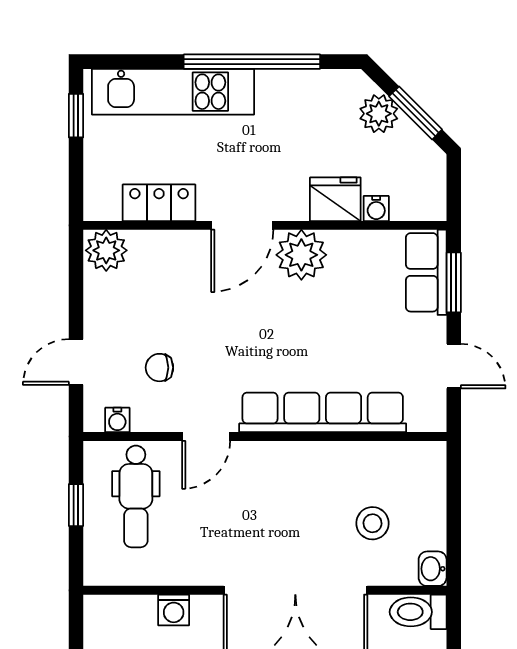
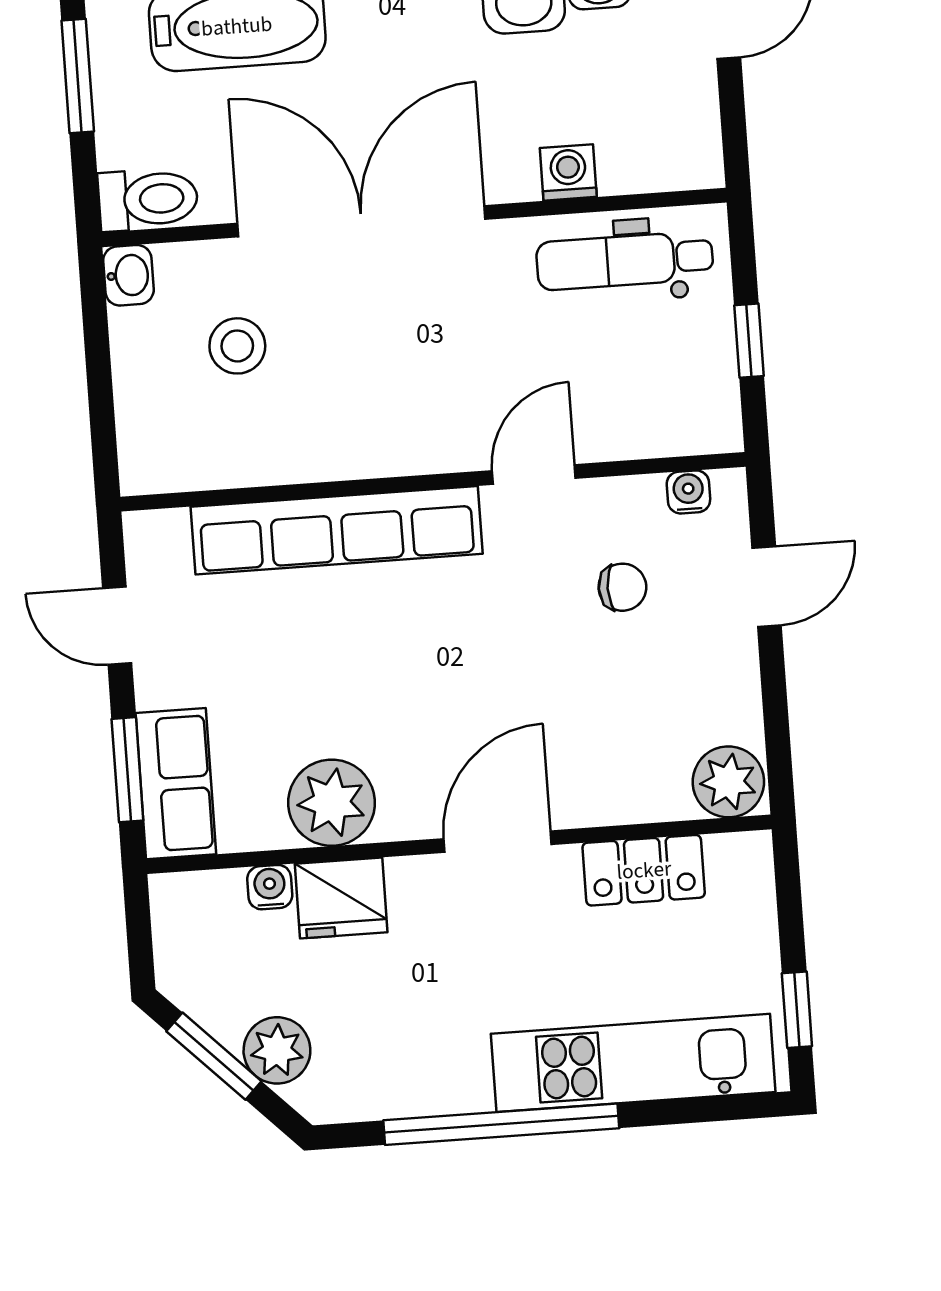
plant: (301, 255) -> (332, 803), moved
dental chair: (136, 496) -> (625, 261), moved, turned -90

